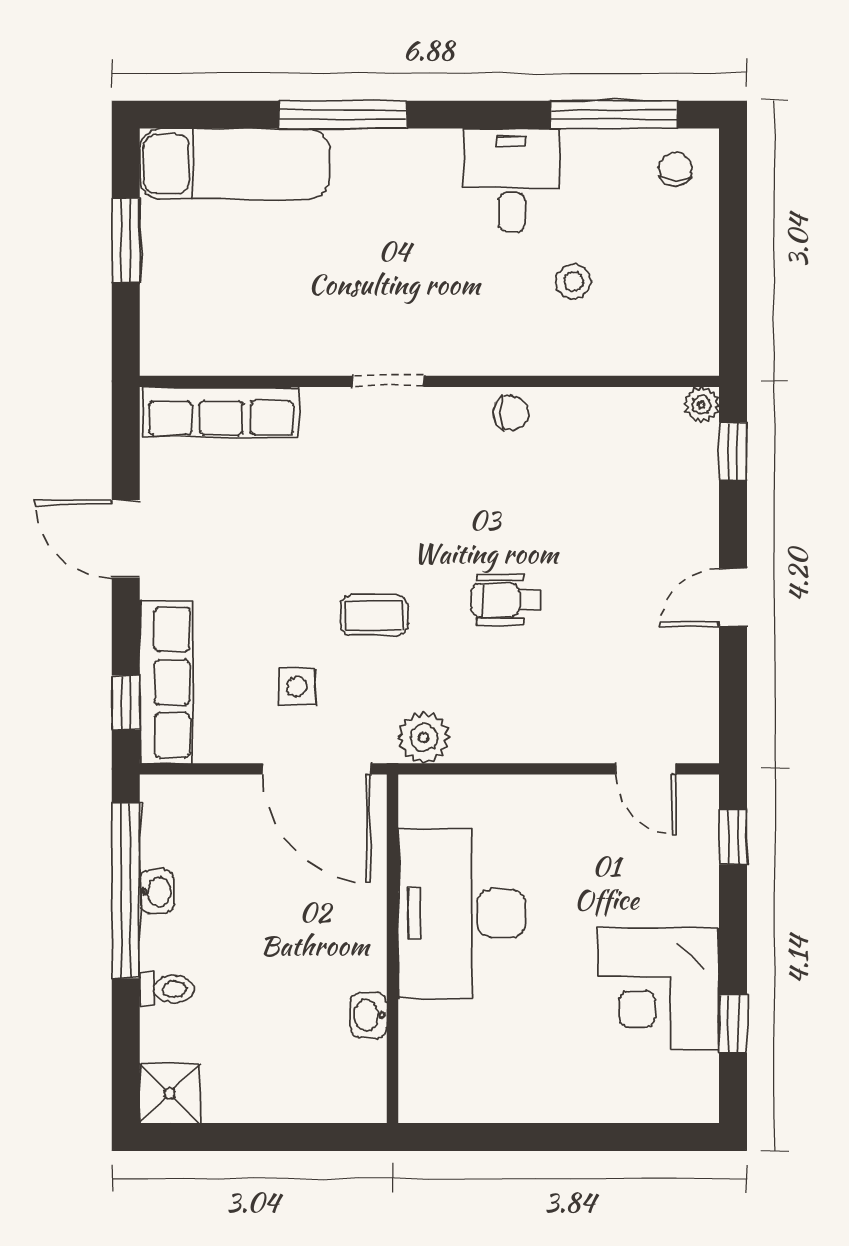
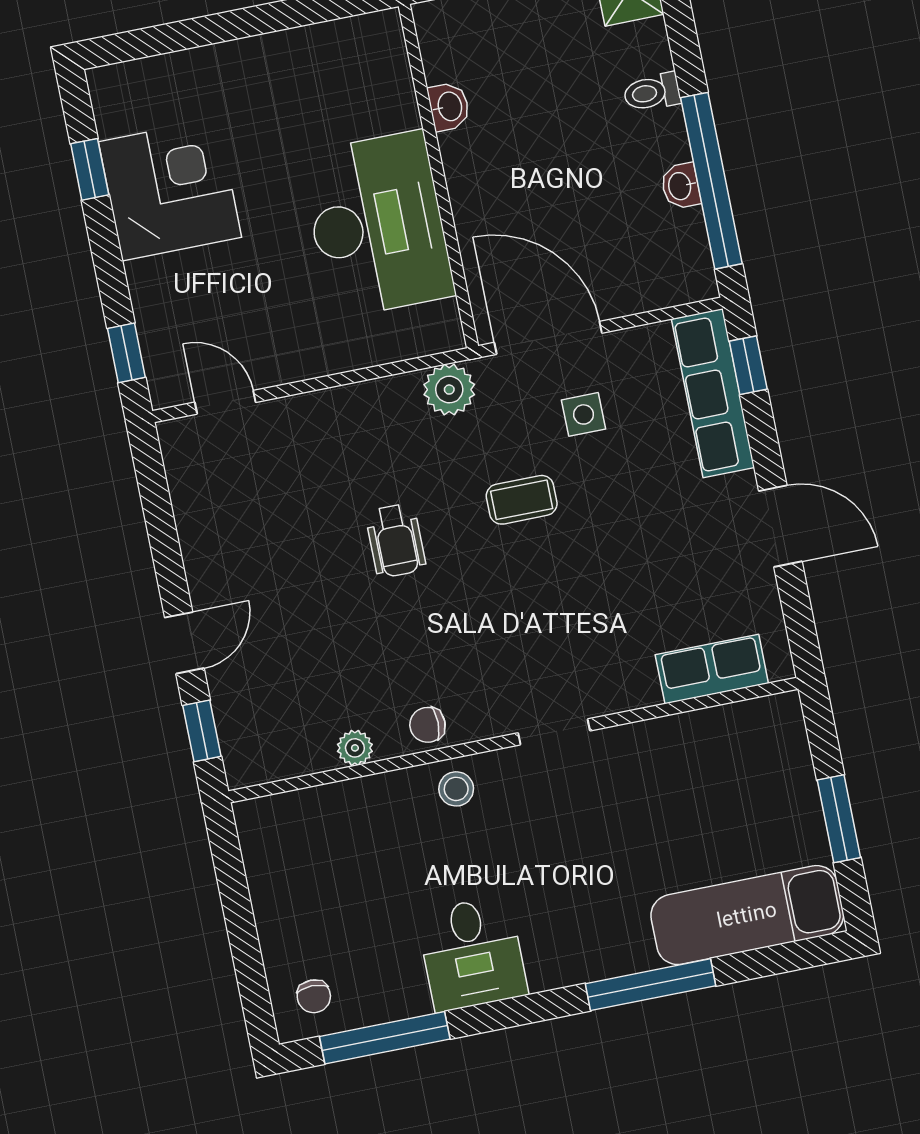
stool: (573, 282) -> (456, 789), moved
plant: (701, 405) -> (355, 748), moved
row of seats: (221, 412) -> (712, 669), width x0.68
door: (733, 597) -> (184, 643), moved
wheelchair: (506, 600) -> (396, 541), turned 90

